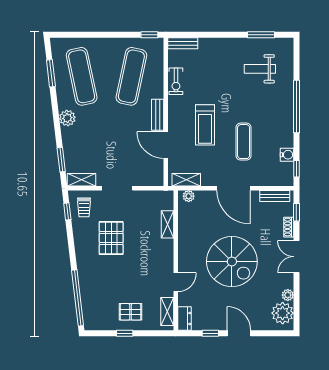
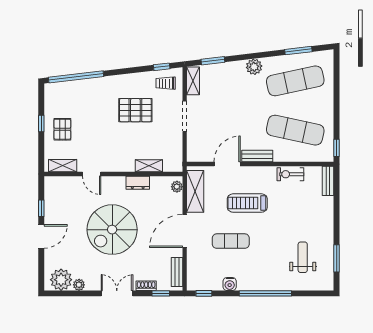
water cooler: (287, 155) -> (230, 284), moved
shelving: (186, 180) -> (195, 191), width x1.50, depth x1.33
dresser: (185, 318) -> (138, 183), moved

